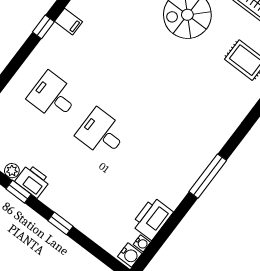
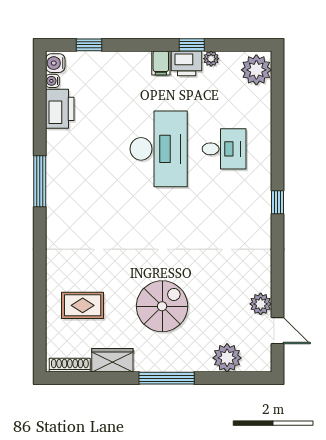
filing cabinet: (69, 22) -> (161, 63), moved, turned -90
desk: (101, 133) -> (159, 149), width x1.87, depth x1.30
window: (60, 223) -> (89, 45), moved

